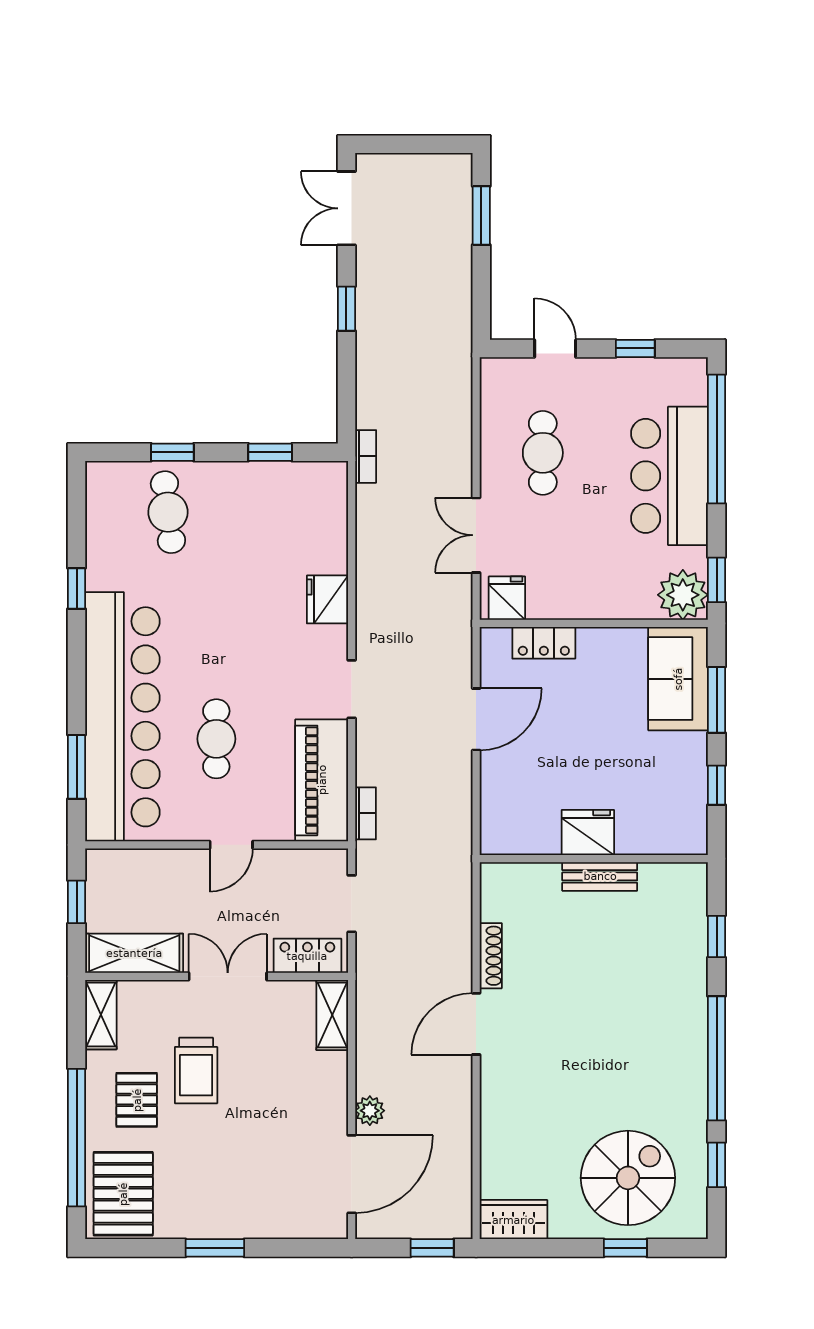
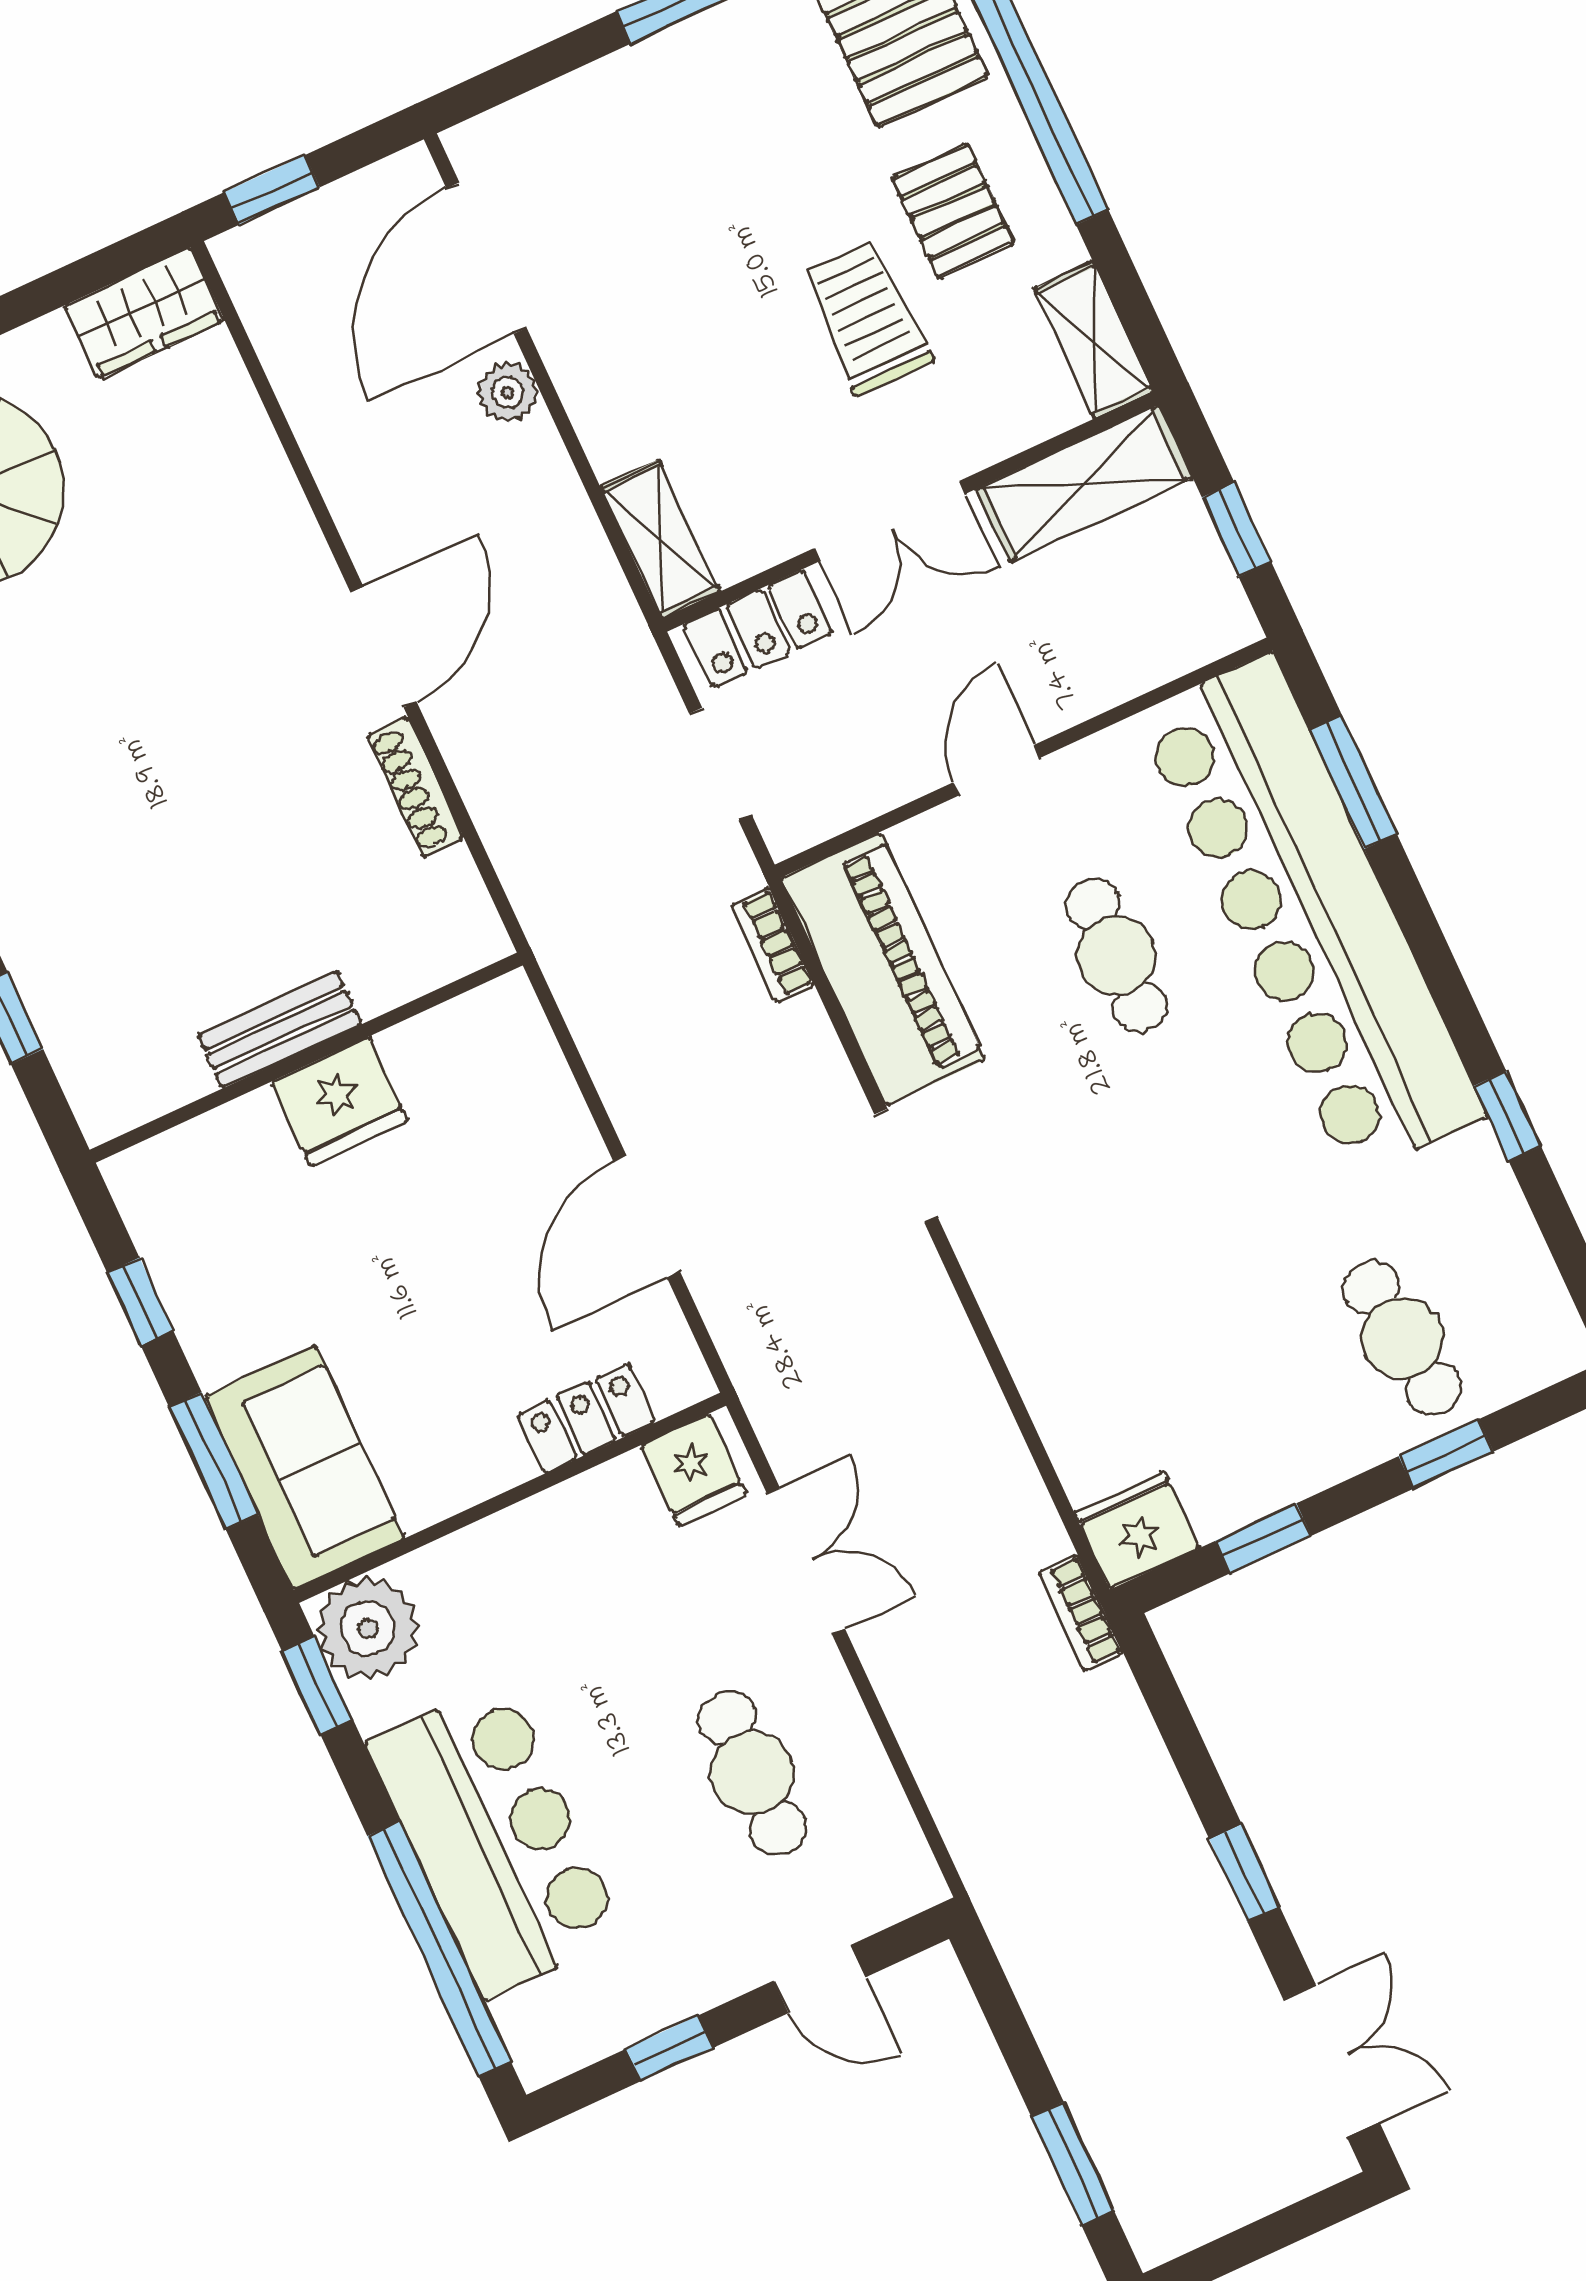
fridge: (327, 599) -> (1137, 1530), moved, turned -90

